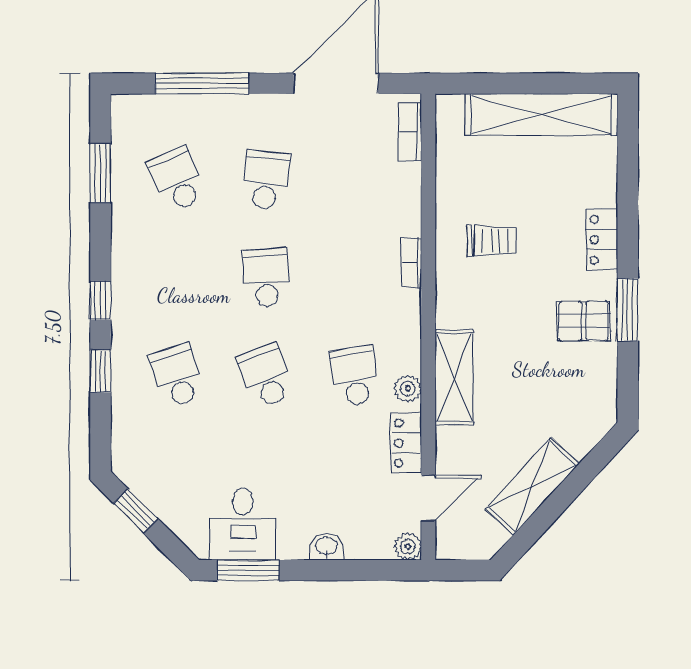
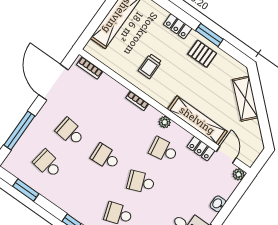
school desk: (177, 180) -> (48, 164), turned 33
trolley: (492, 241) -> (150, 66), turned 180
pallet: (584, 321) -> (202, 54), turned 90
shelving: (454, 377) -> (197, 120), width x1.47
plant: (408, 388) -> (165, 122), moved
shelving: (532, 486) -> (245, 99), moved

